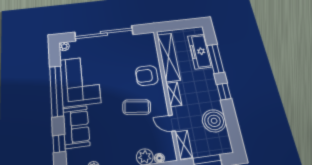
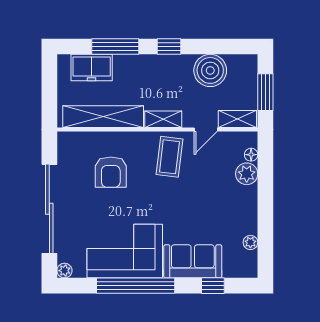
freezer: (200, 51) -> (92, 68), width x0.71
armchair: (147, 76) -> (111, 172), moved
coffee table: (137, 107) -> (169, 157), moved

